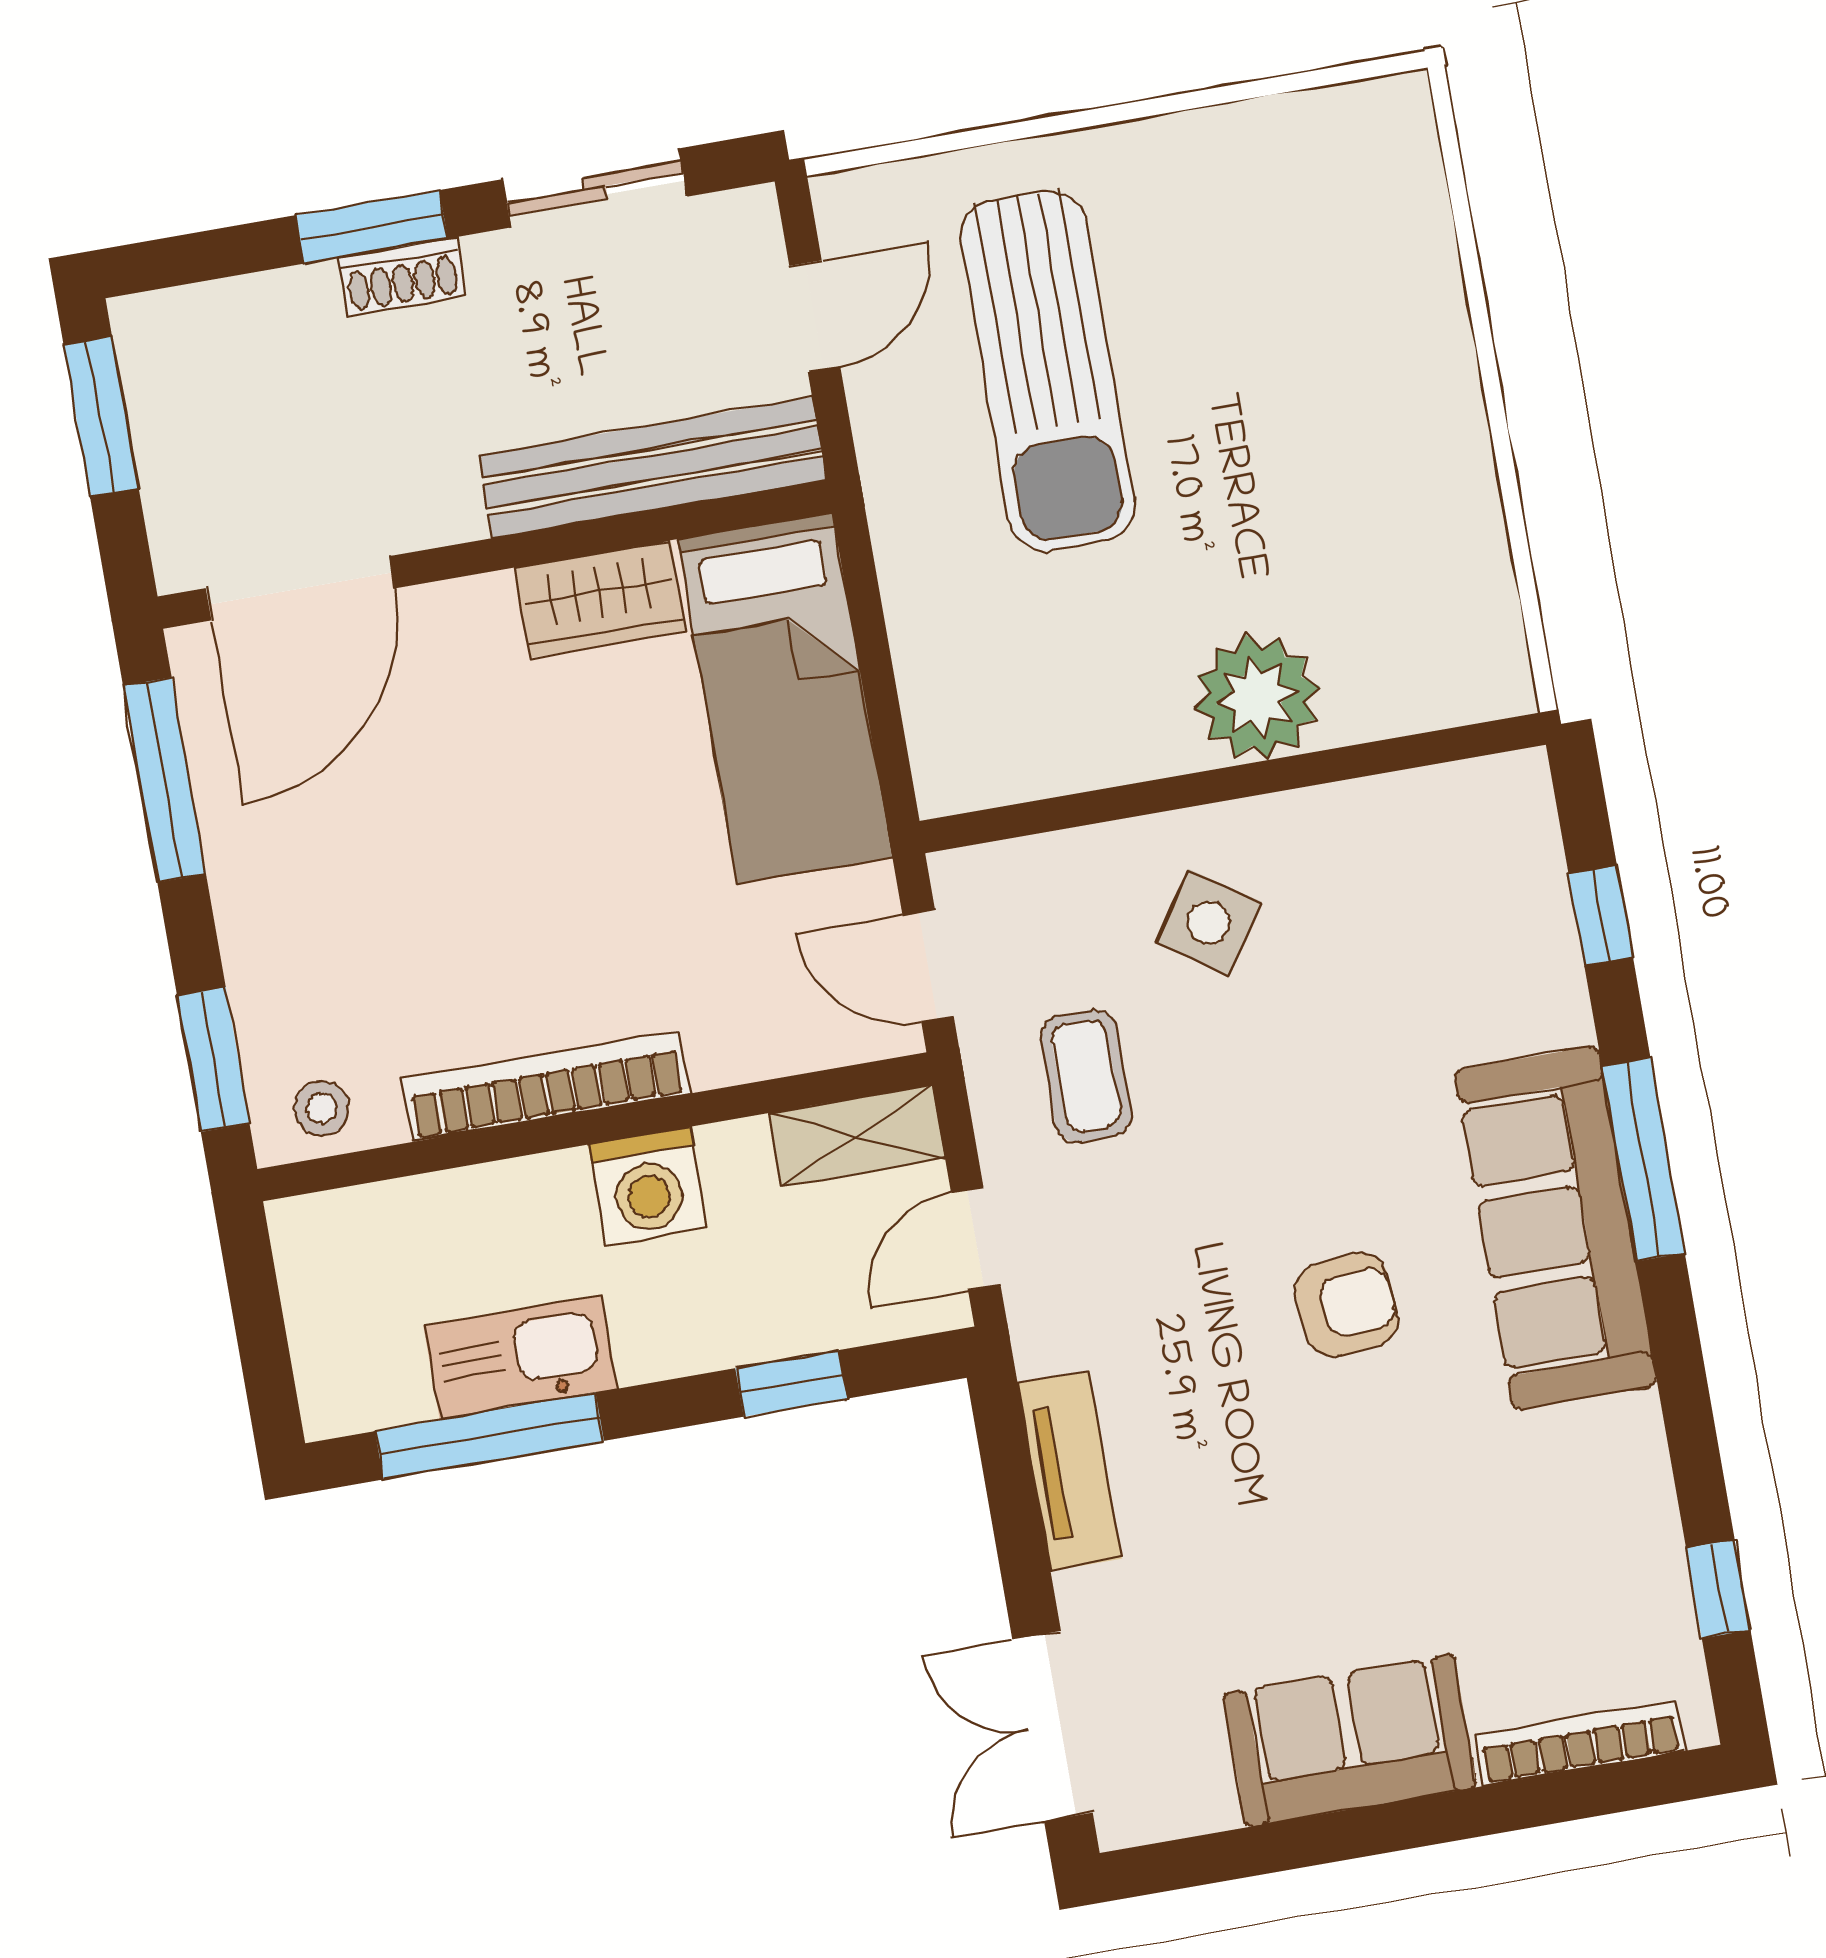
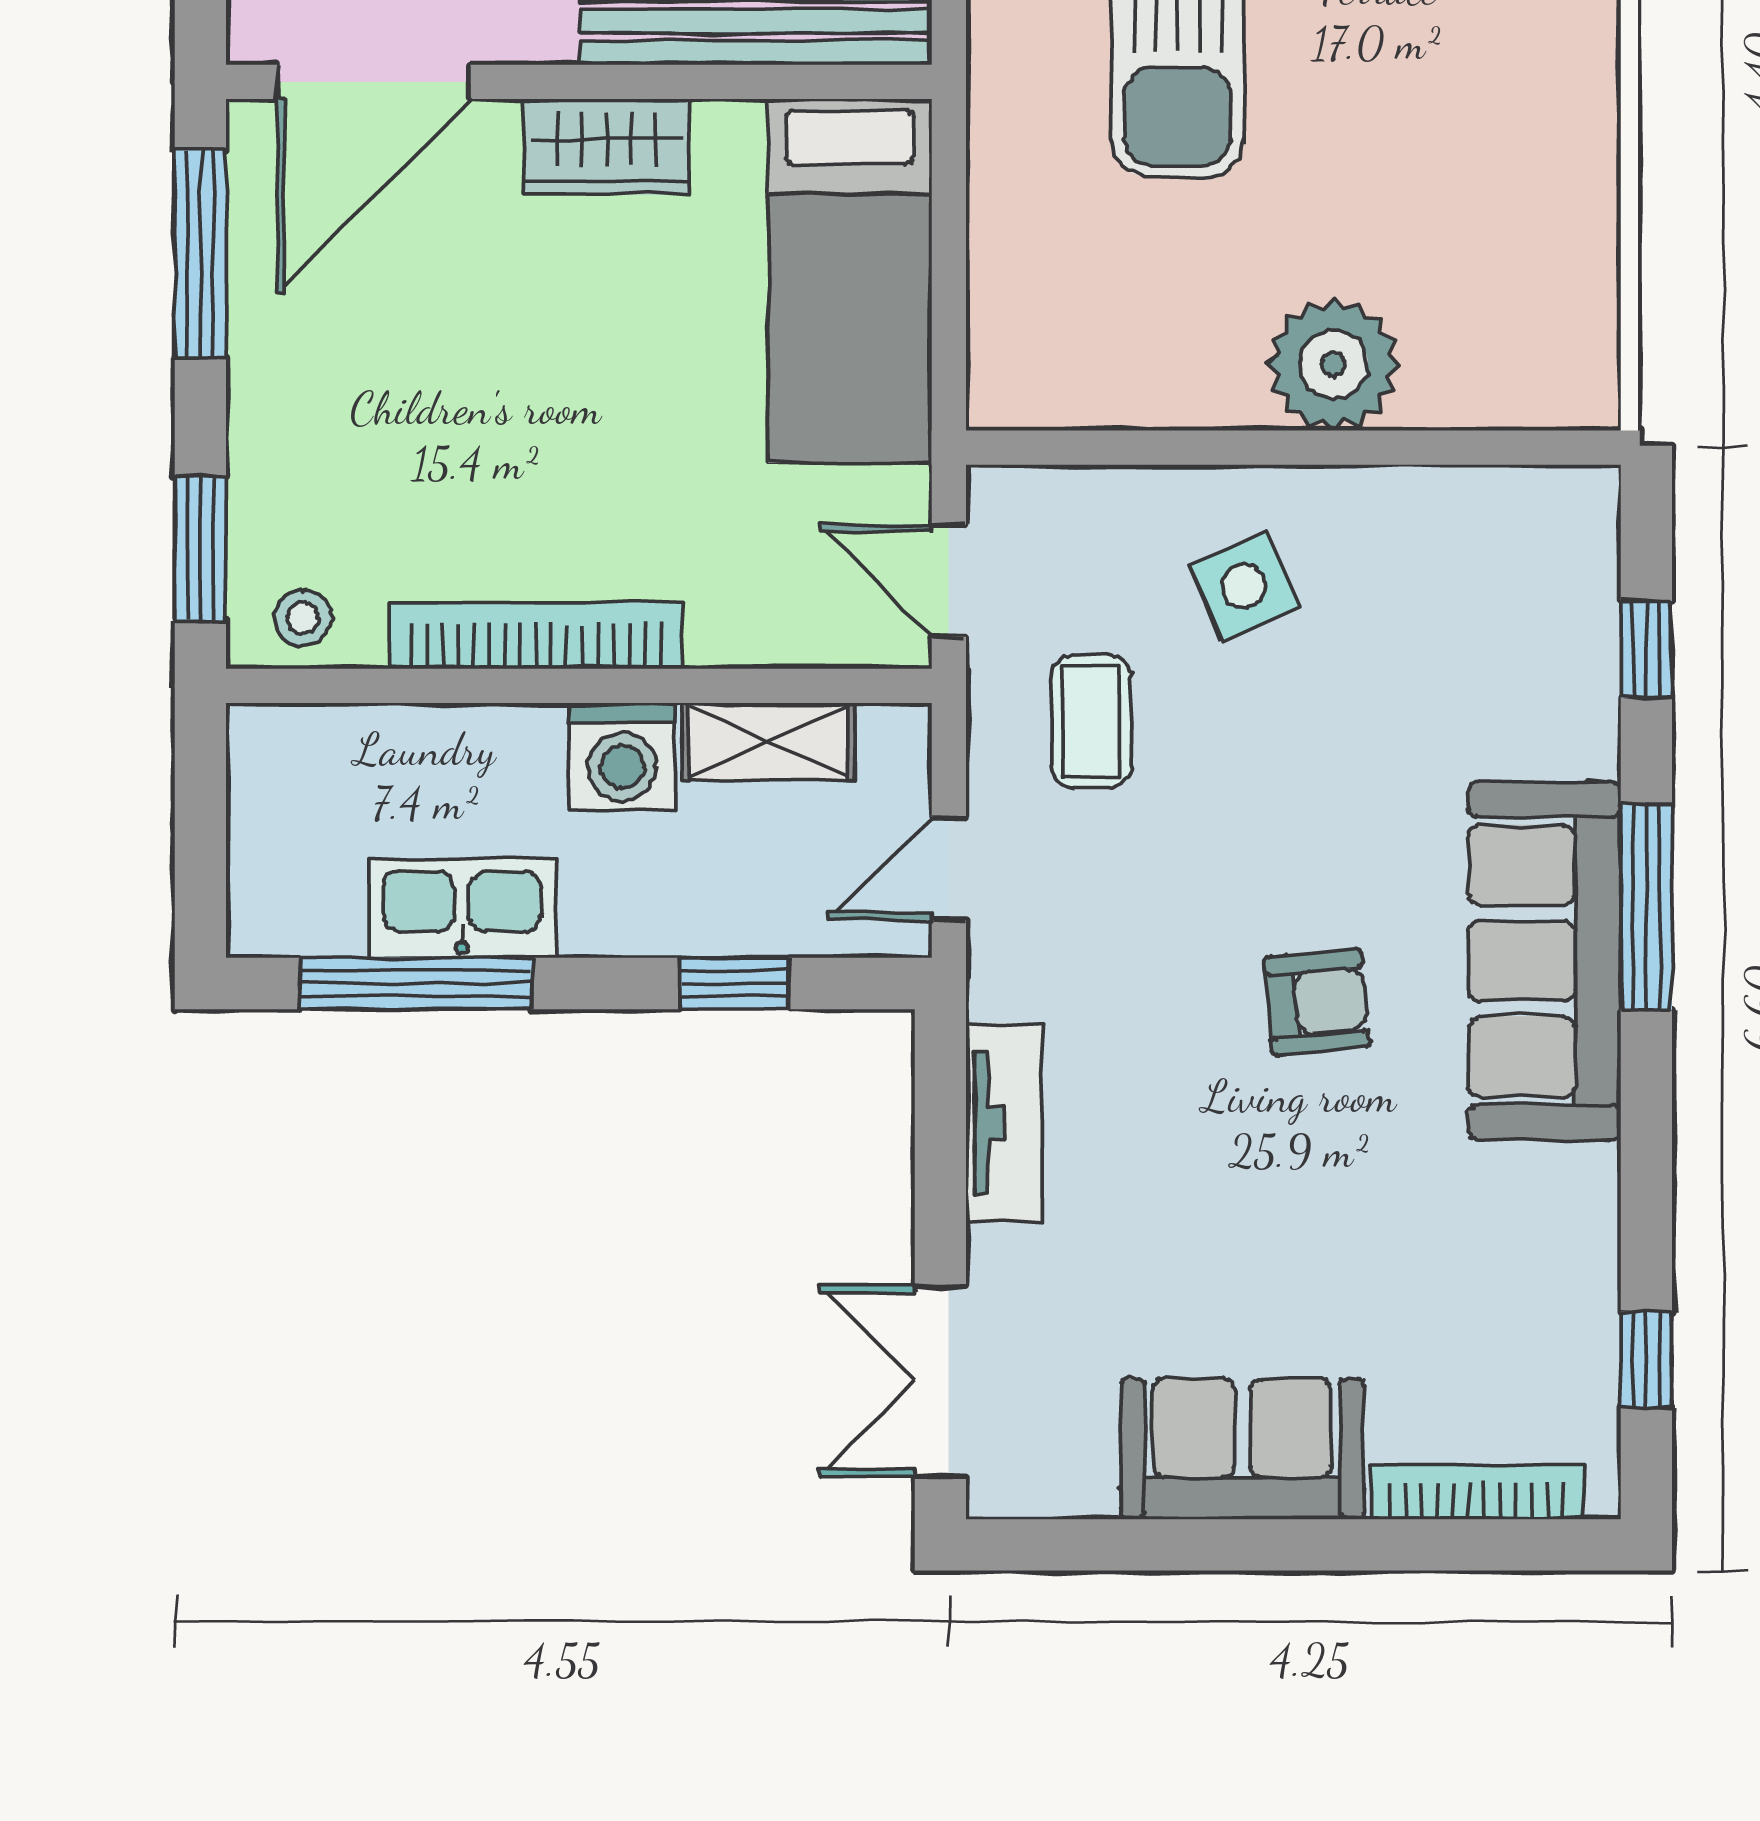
wardrobe: (600, 599) -> (607, 147), moved
side table: (1209, 922) -> (1244, 586), turned 32
shelving: (857, 1136) -> (769, 742), moved

